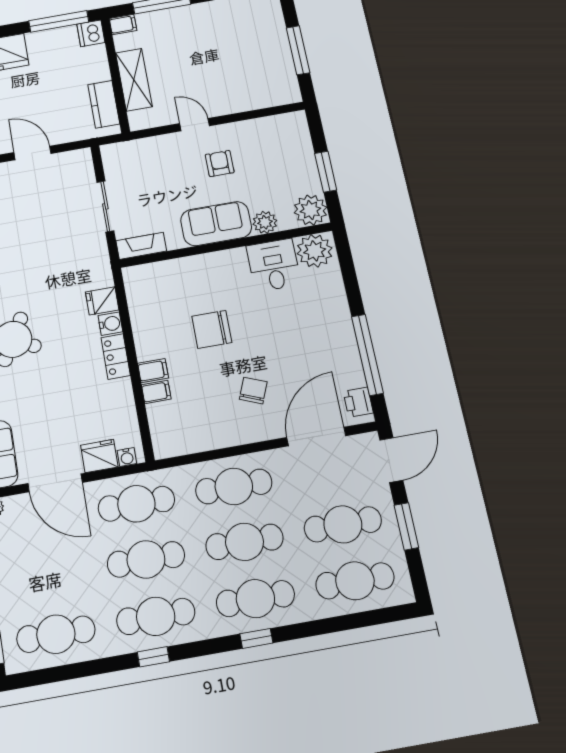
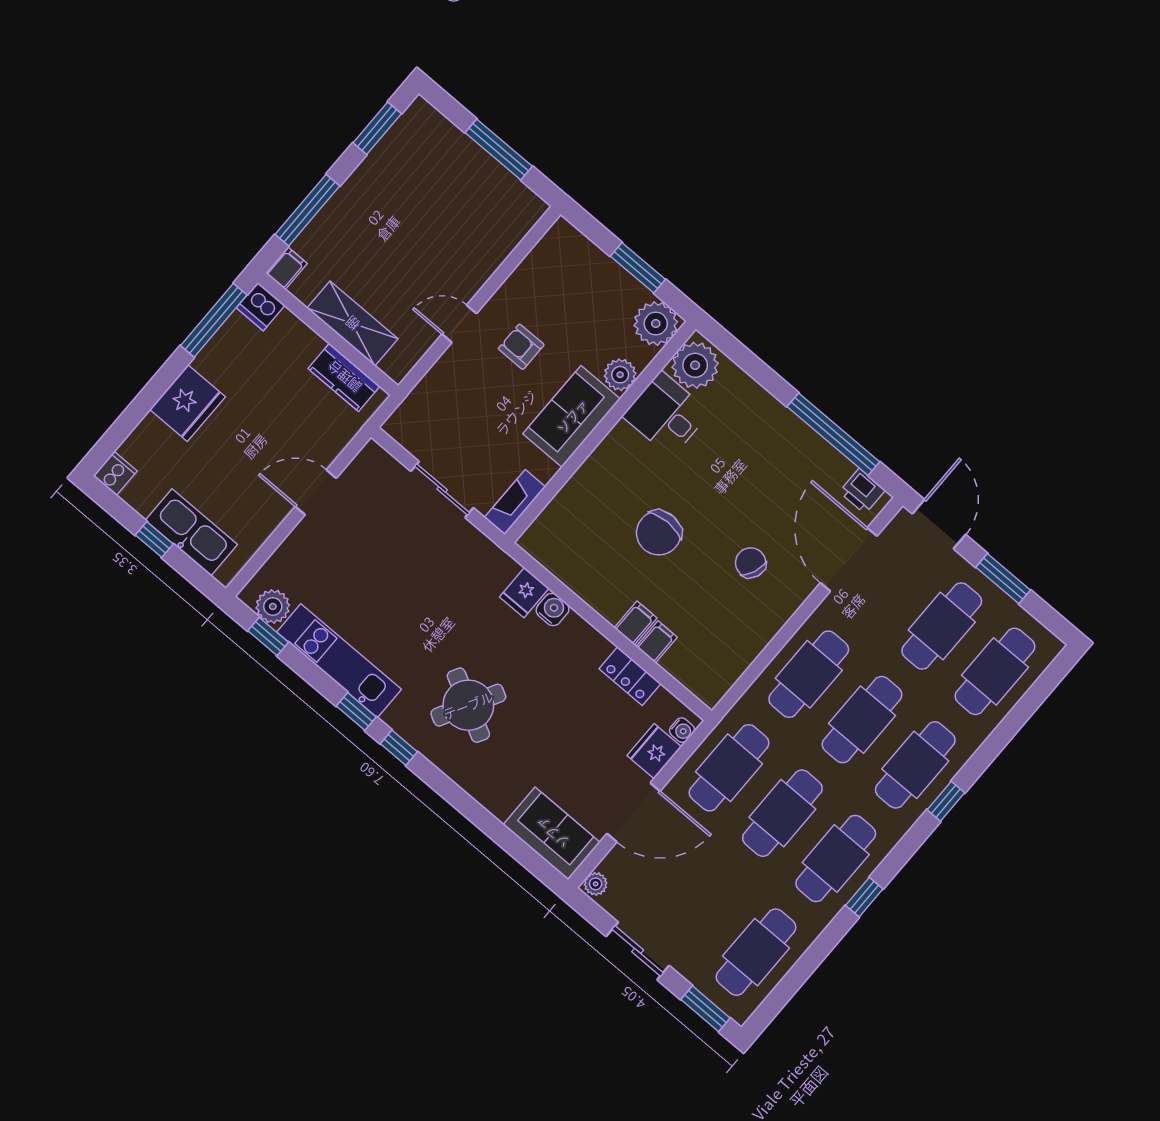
locker: (116, 357) -> (630, 676), moved

